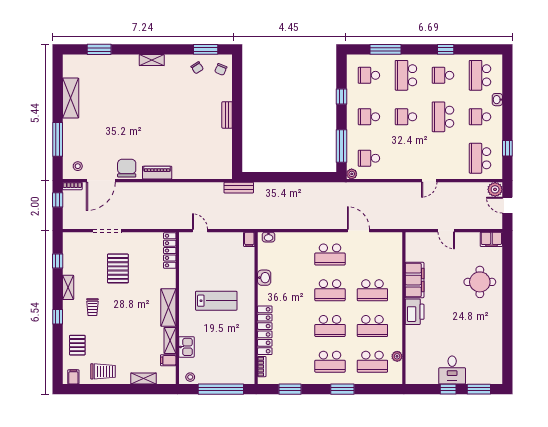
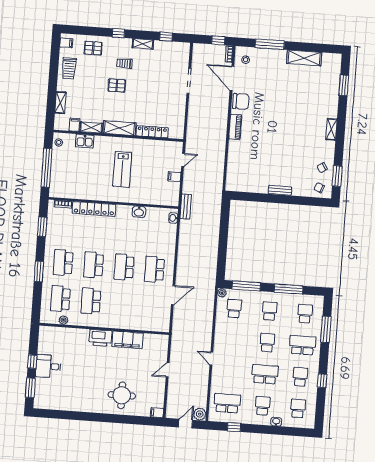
school desk: (480, 75) -> (298, 408), width x0.54
window: (341, 97) -> (289, 289), width x2.17
bench: (239, 188) -> (186, 206), moved
filing cabinet: (249, 239) -> (174, 177), moved
filing cabinet: (491, 239) -> (157, 413), width x0.50
locker: (170, 251) -> (152, 132), moved
pallet: (118, 268) -> (117, 86), moved, width x0.67, depth x0.71
school desk: (372, 290) -> (121, 303), removed

